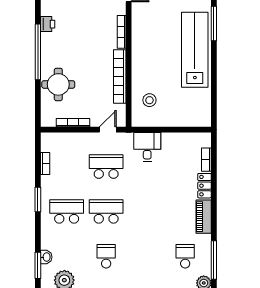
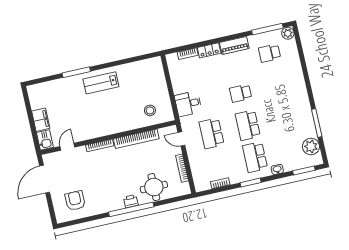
printer: (48, 24) -> (131, 201), moved
lab bench: (195, 50) -> (101, 83), width x0.54, depth x0.72
school desk: (106, 256) -> (241, 93), moved
washbasin: (46, 257) -> (277, 169), moved

